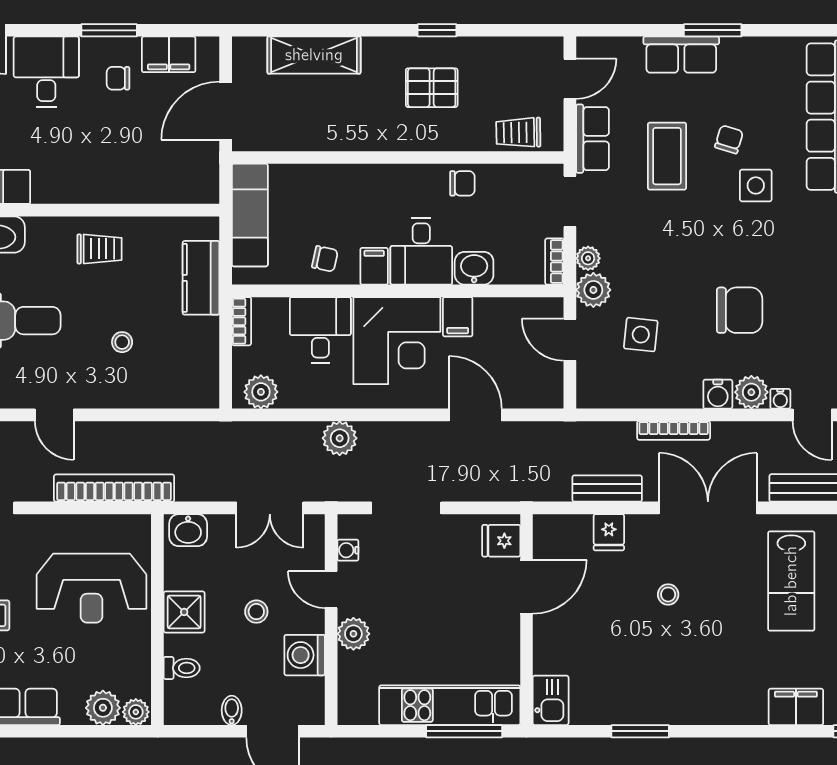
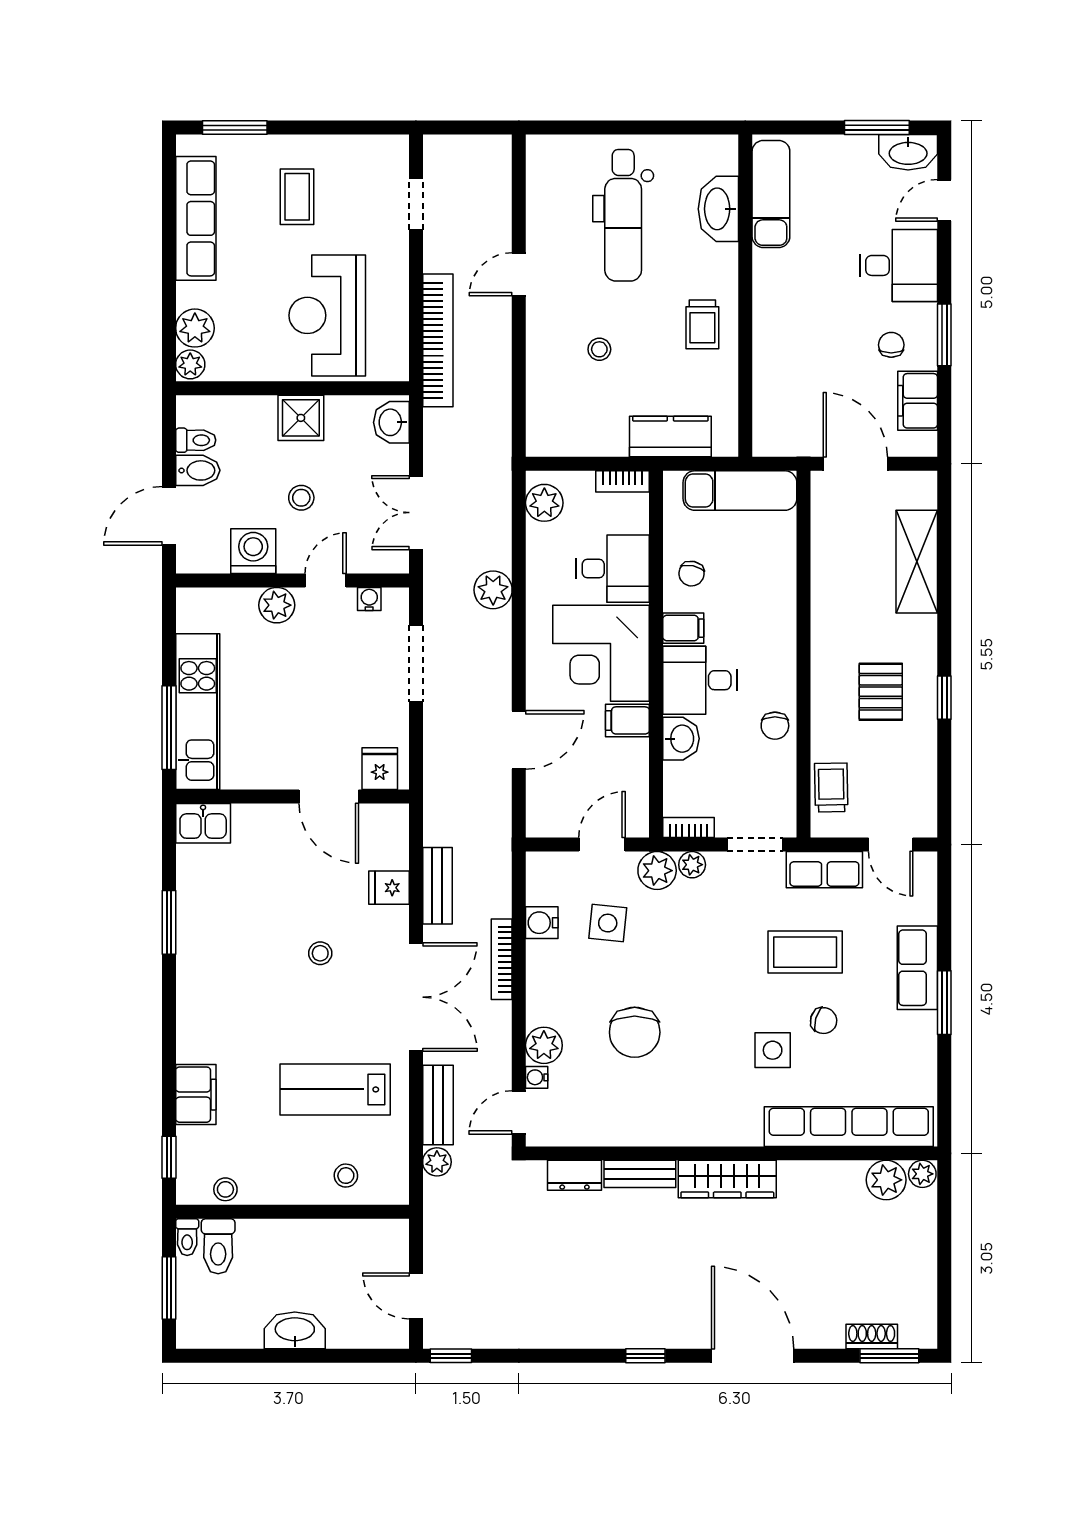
water cooler: (718, 394) -> (542, 923), moved
toilet: (182, 668) -> (196, 440), moved, turned -90
bidet: (232, 710) -> (198, 470), width x1.38, depth x1.36

